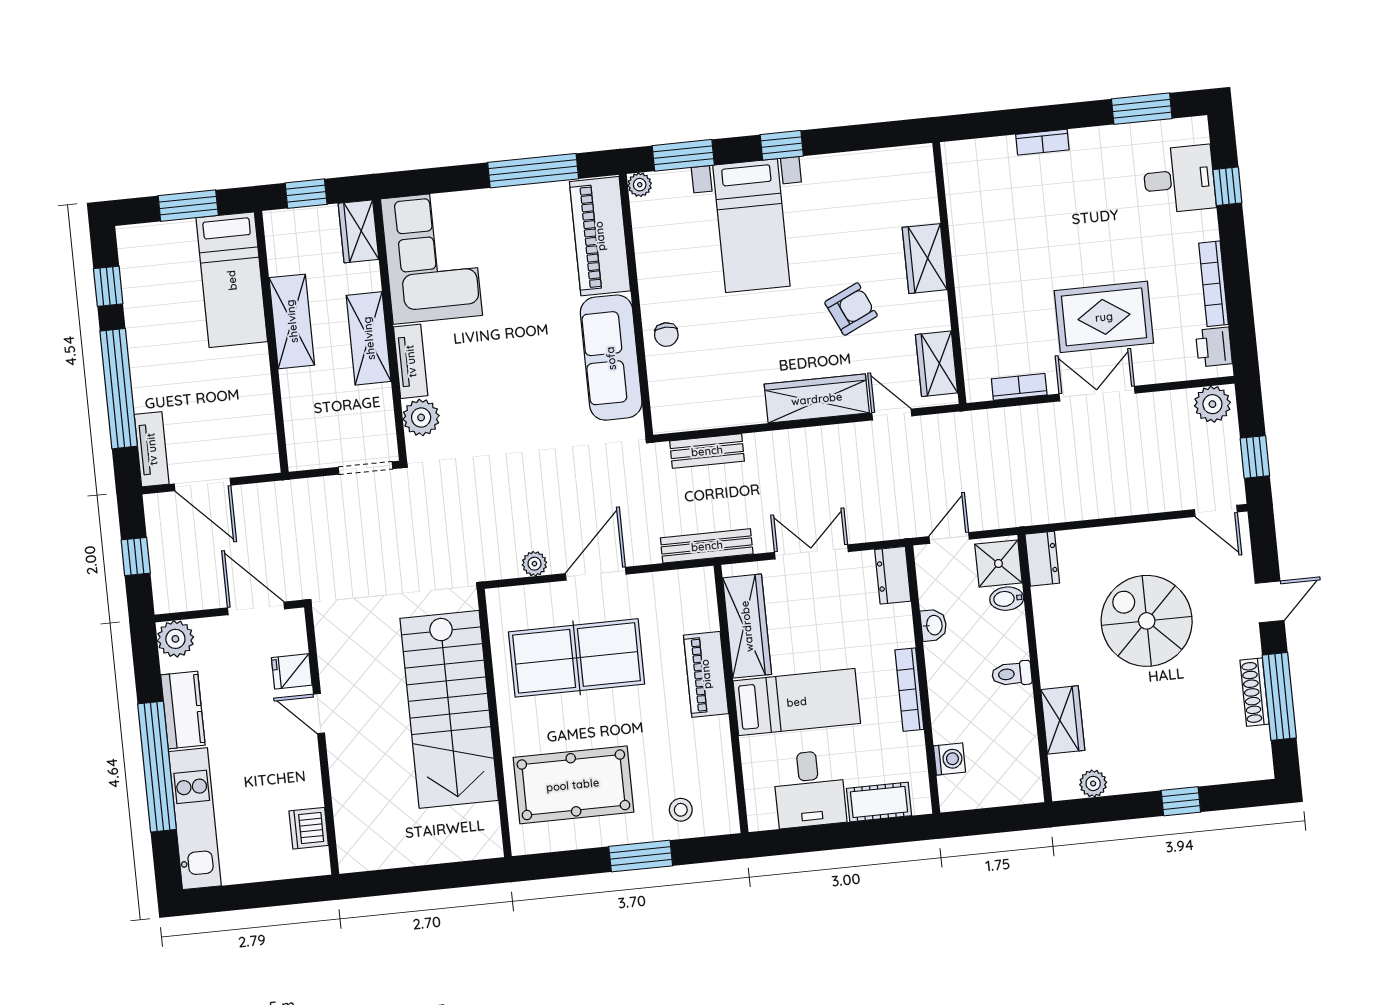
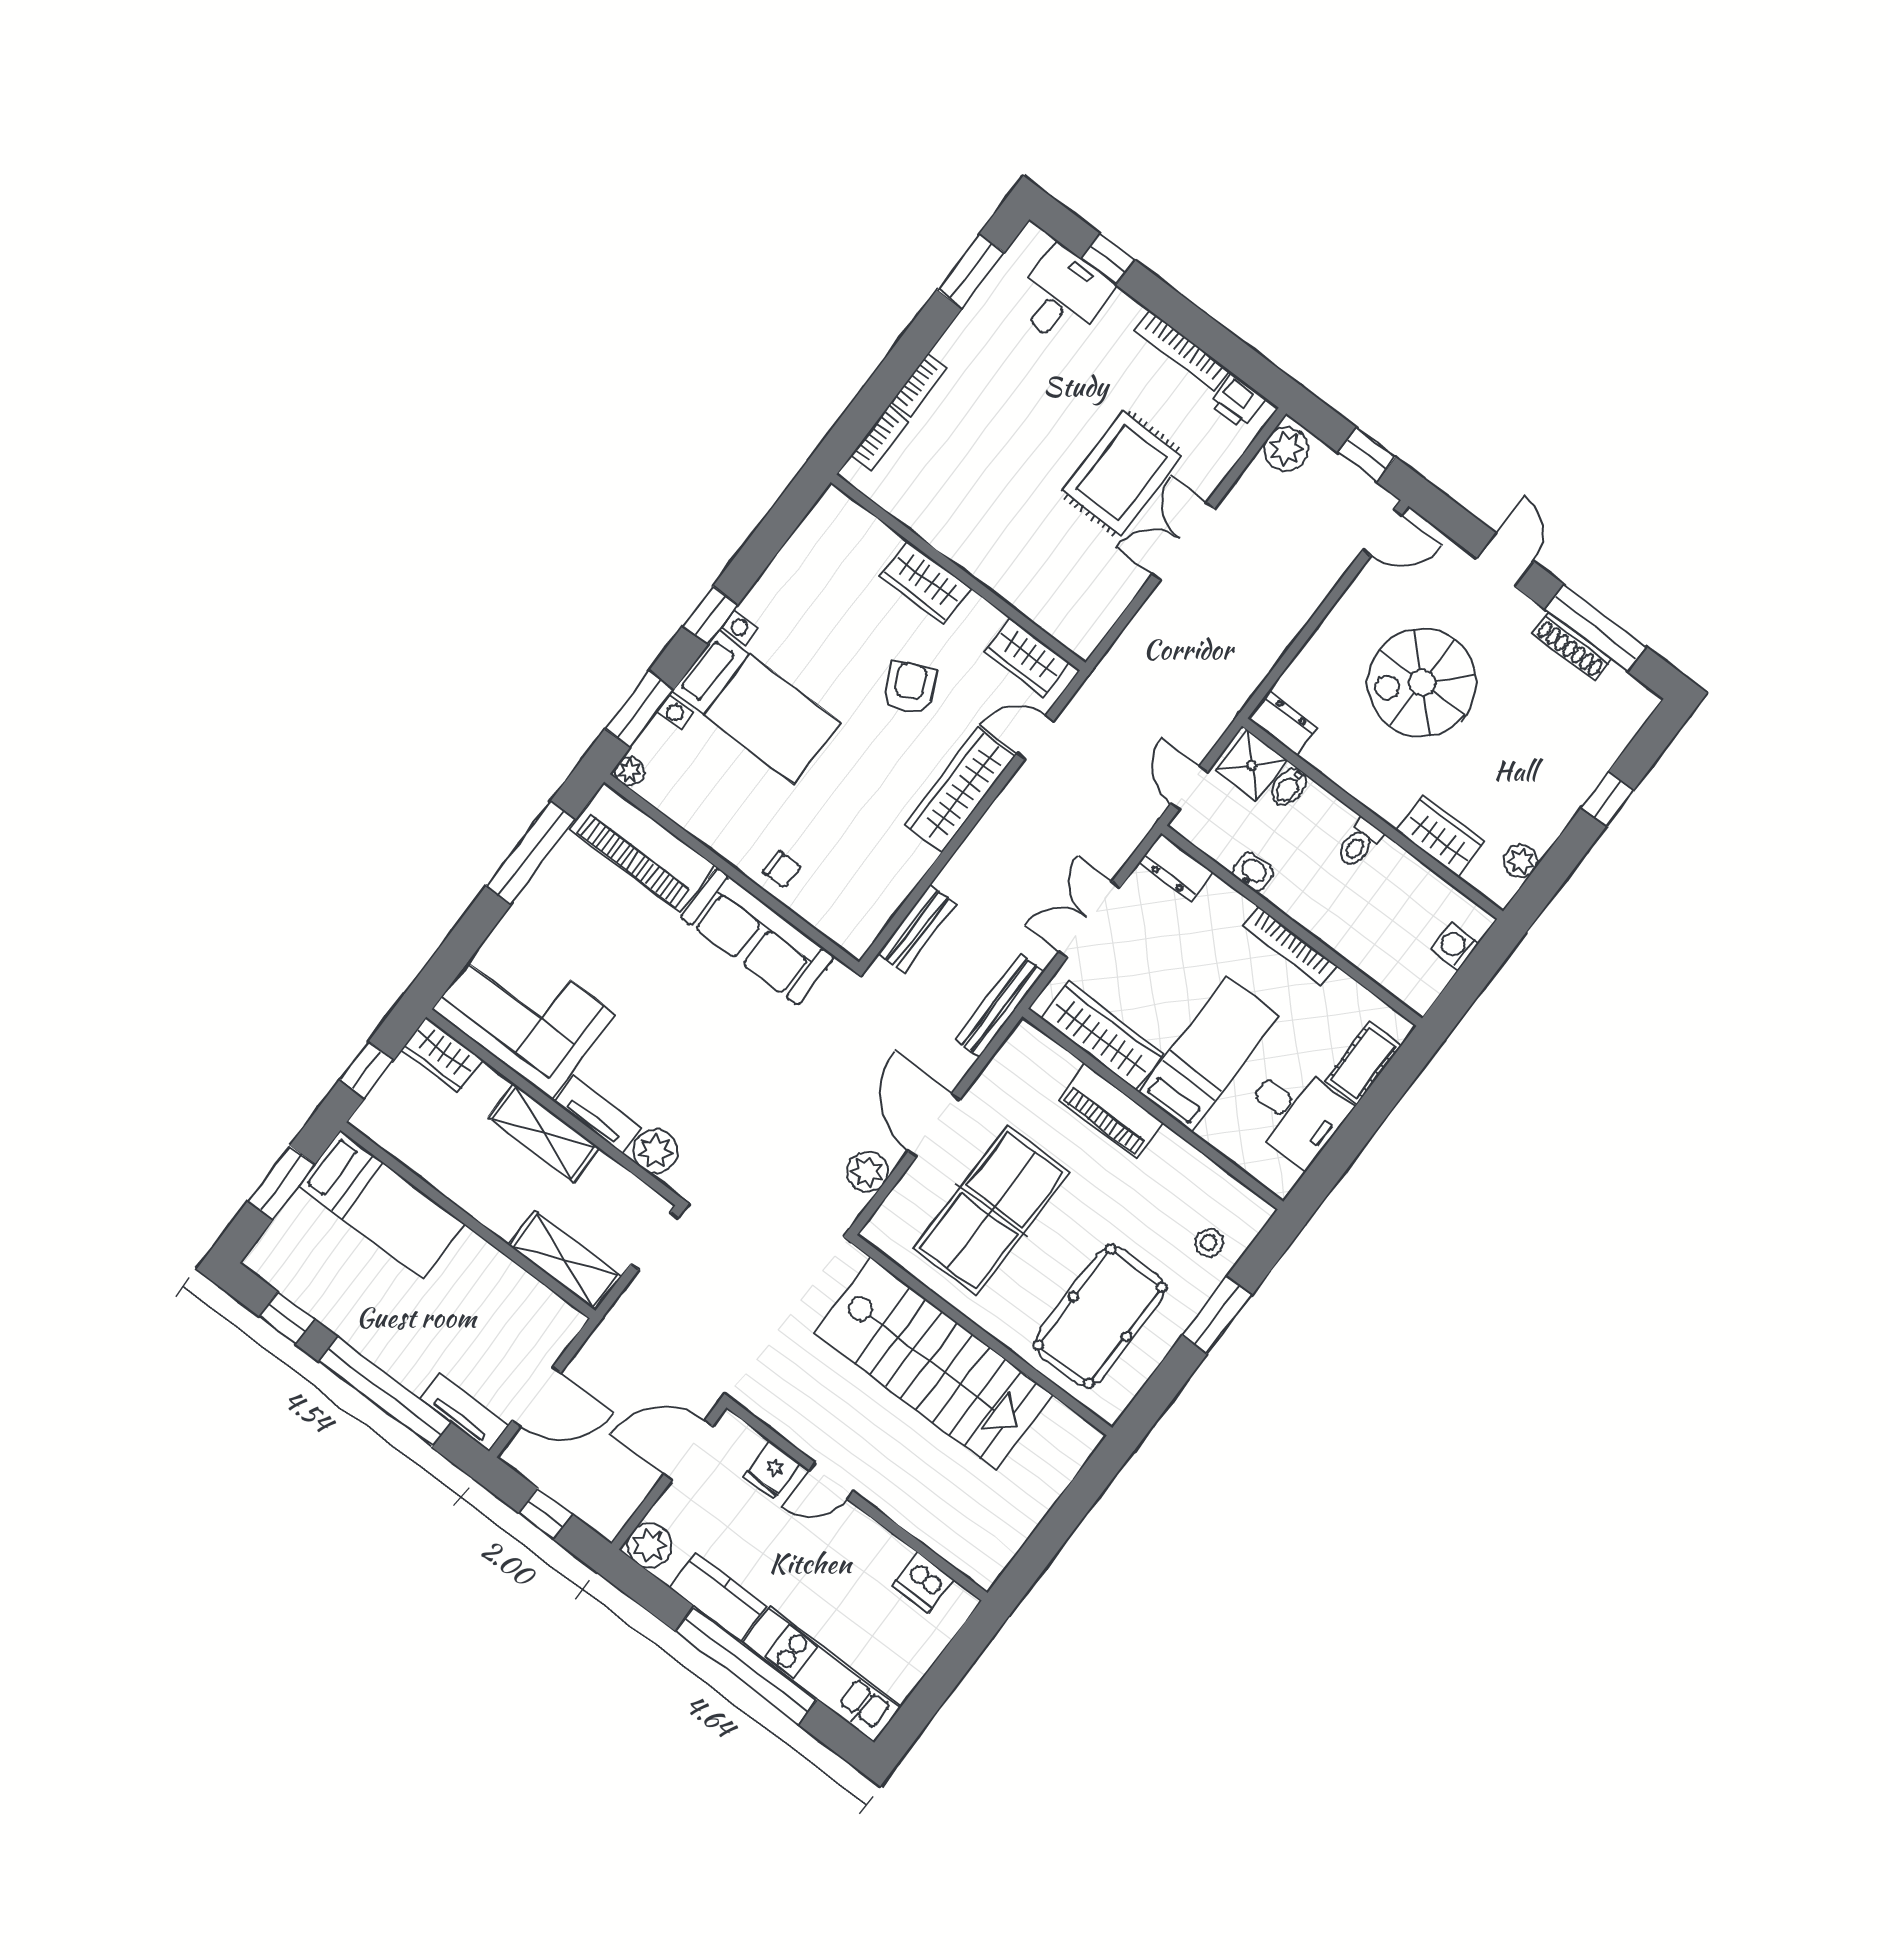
shelving: (292, 321) -> (565, 1261), moved
bookcase: (1019, 387) -> (880, 438), moved, turned 180
plant: (534, 564) -> (867, 1172), width x1.38, depth x1.38
washing machine: (950, 759) -> (1455, 946), moved, turned -90

